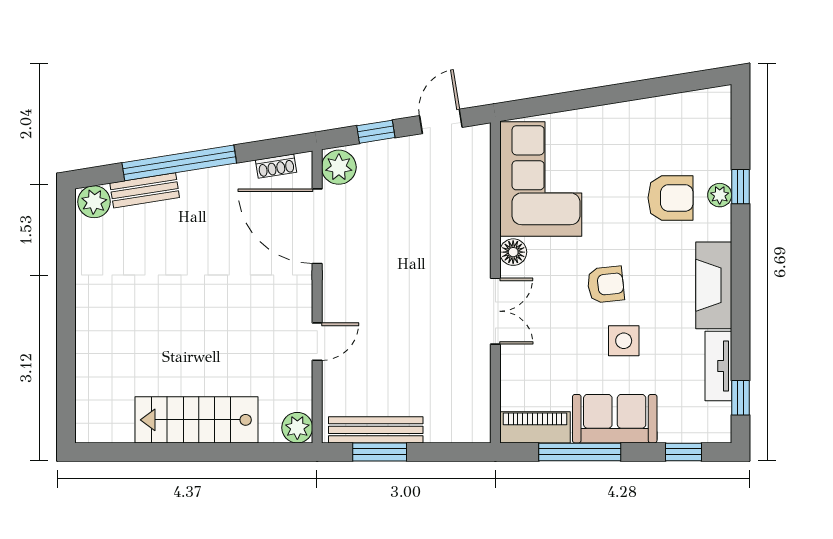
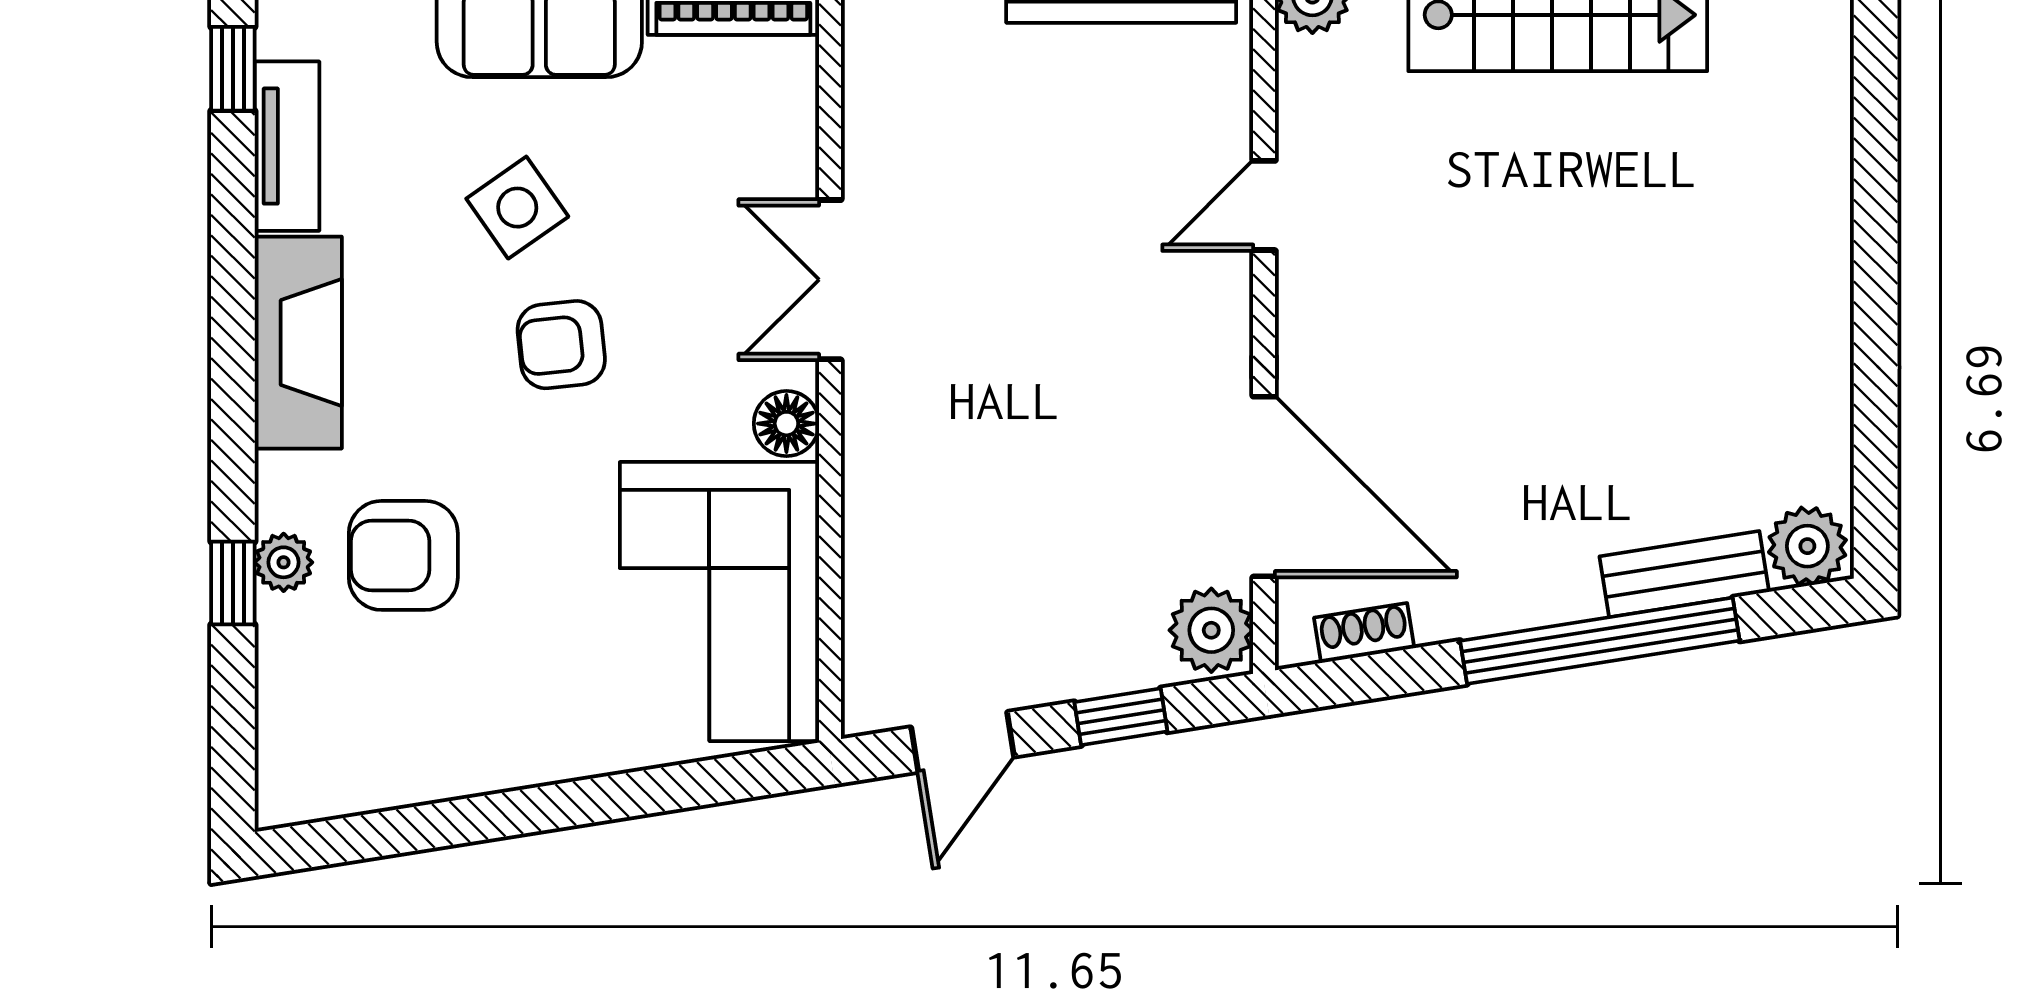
side table: (624, 341) -> (517, 208), turned -35

